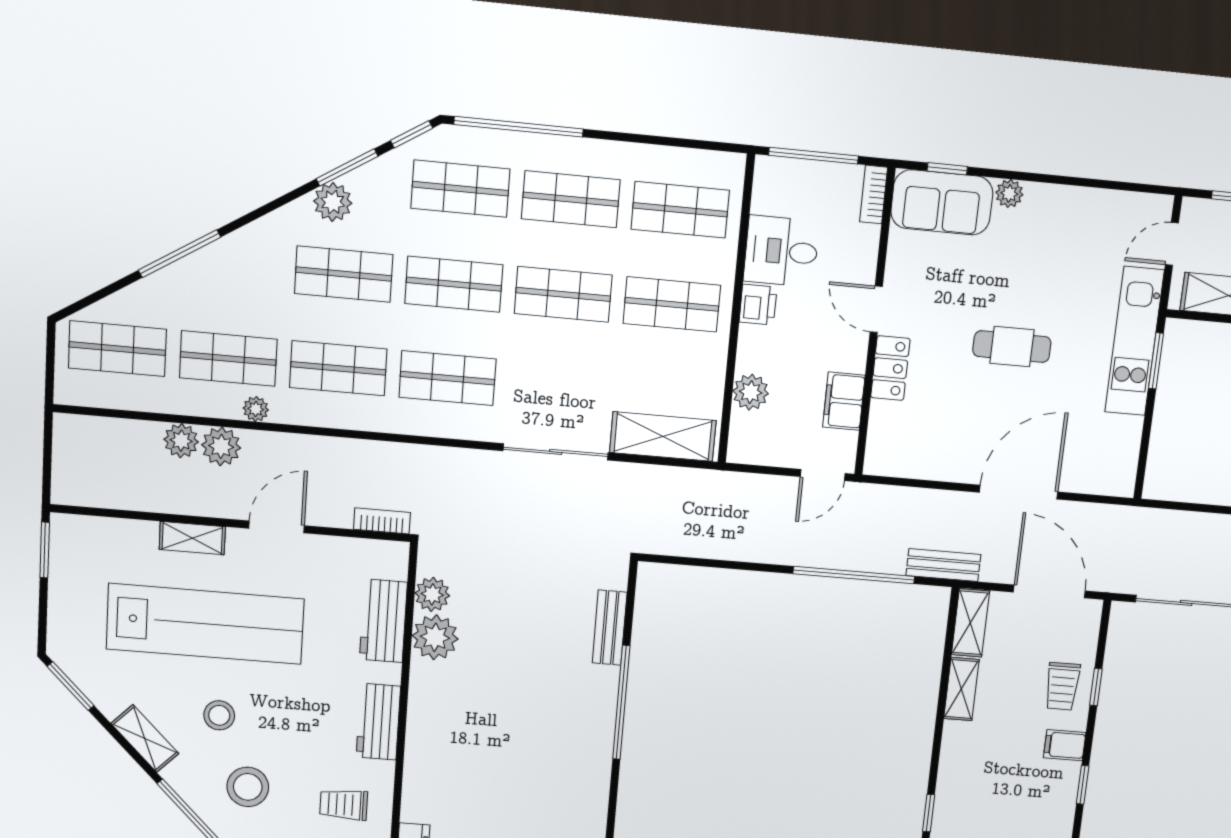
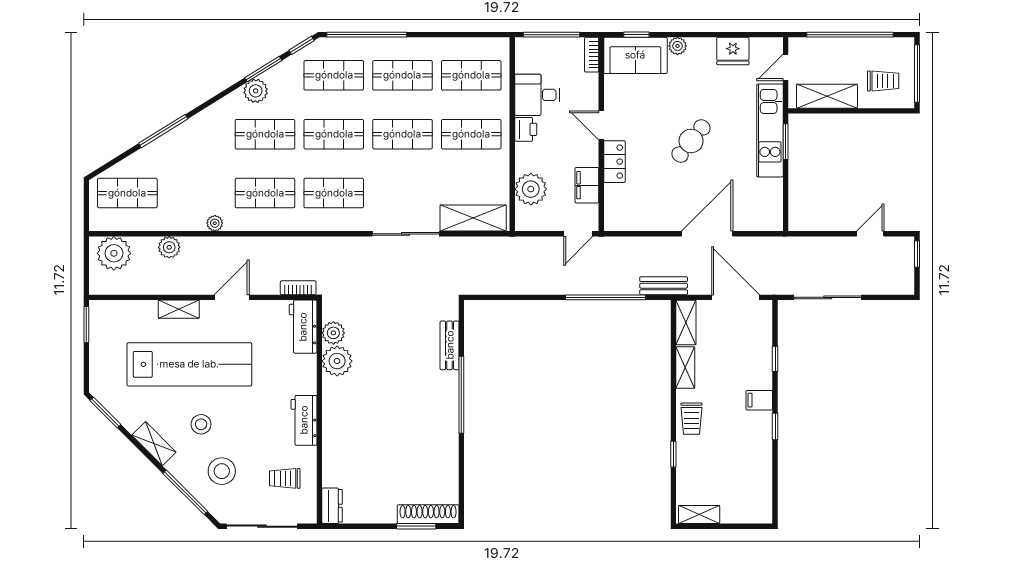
fridge: (1094, 210) -> (733, 51), added
cafe table: (1012, 347) -> (691, 141), turned -51
shop shelf: (228, 359) -> (196, 193), removed
plant: (751, 392) -> (531, 189), width x1.36, depth x1.36
plant: (221, 446) -> (114, 253), moved, width x1.36, depth x1.36
workbench: (383, 621) -> (303, 327), moved
trolley: (1062, 686) -> (692, 419), moved

